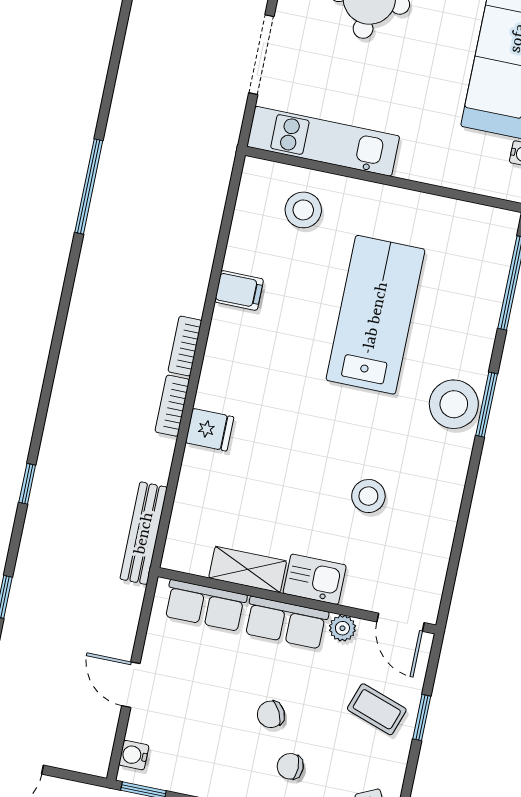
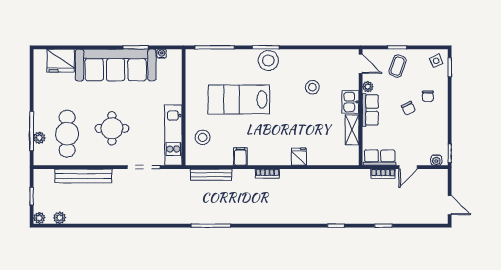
bookcase: (172, 406) -> (383, 174), moved
bench: (144, 533) -> (211, 175), moved
row of seats: (205, 605) -> (380, 158), moved, turned -90
door: (400, 622) -> (361, 64), hinge flipped

